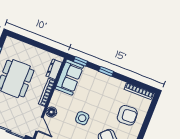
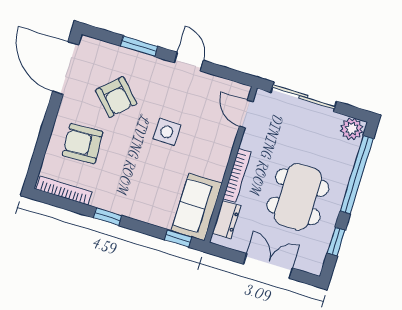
double door: (34, 43) -> (268, 266), added
window: (106, 71) -> (108, 217), moved
floor lamp: (51, 112) -> (226, 139), removed

